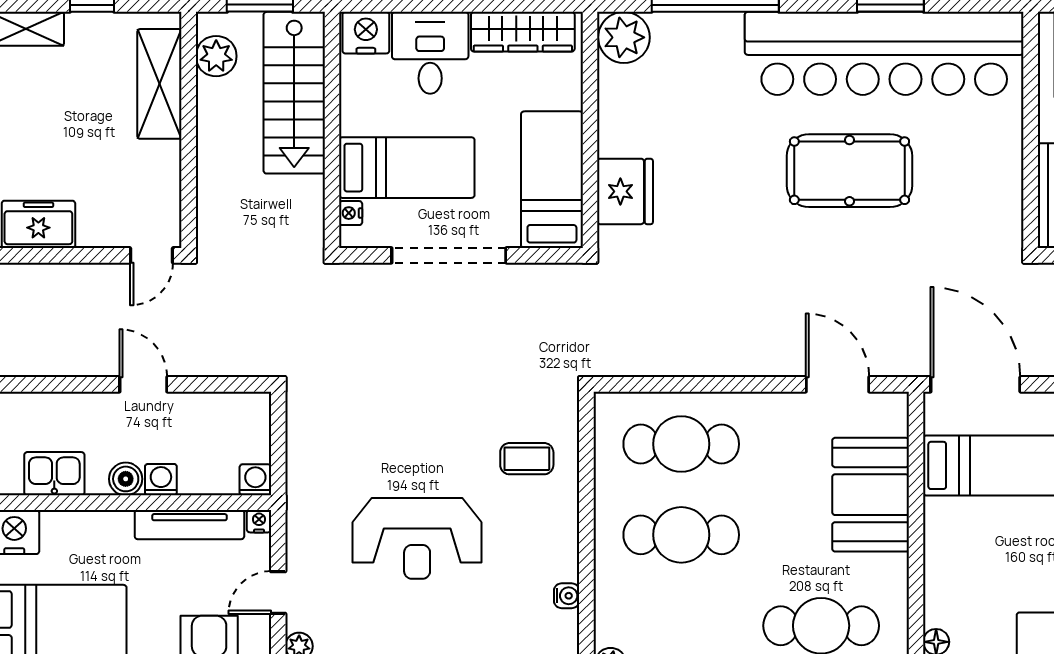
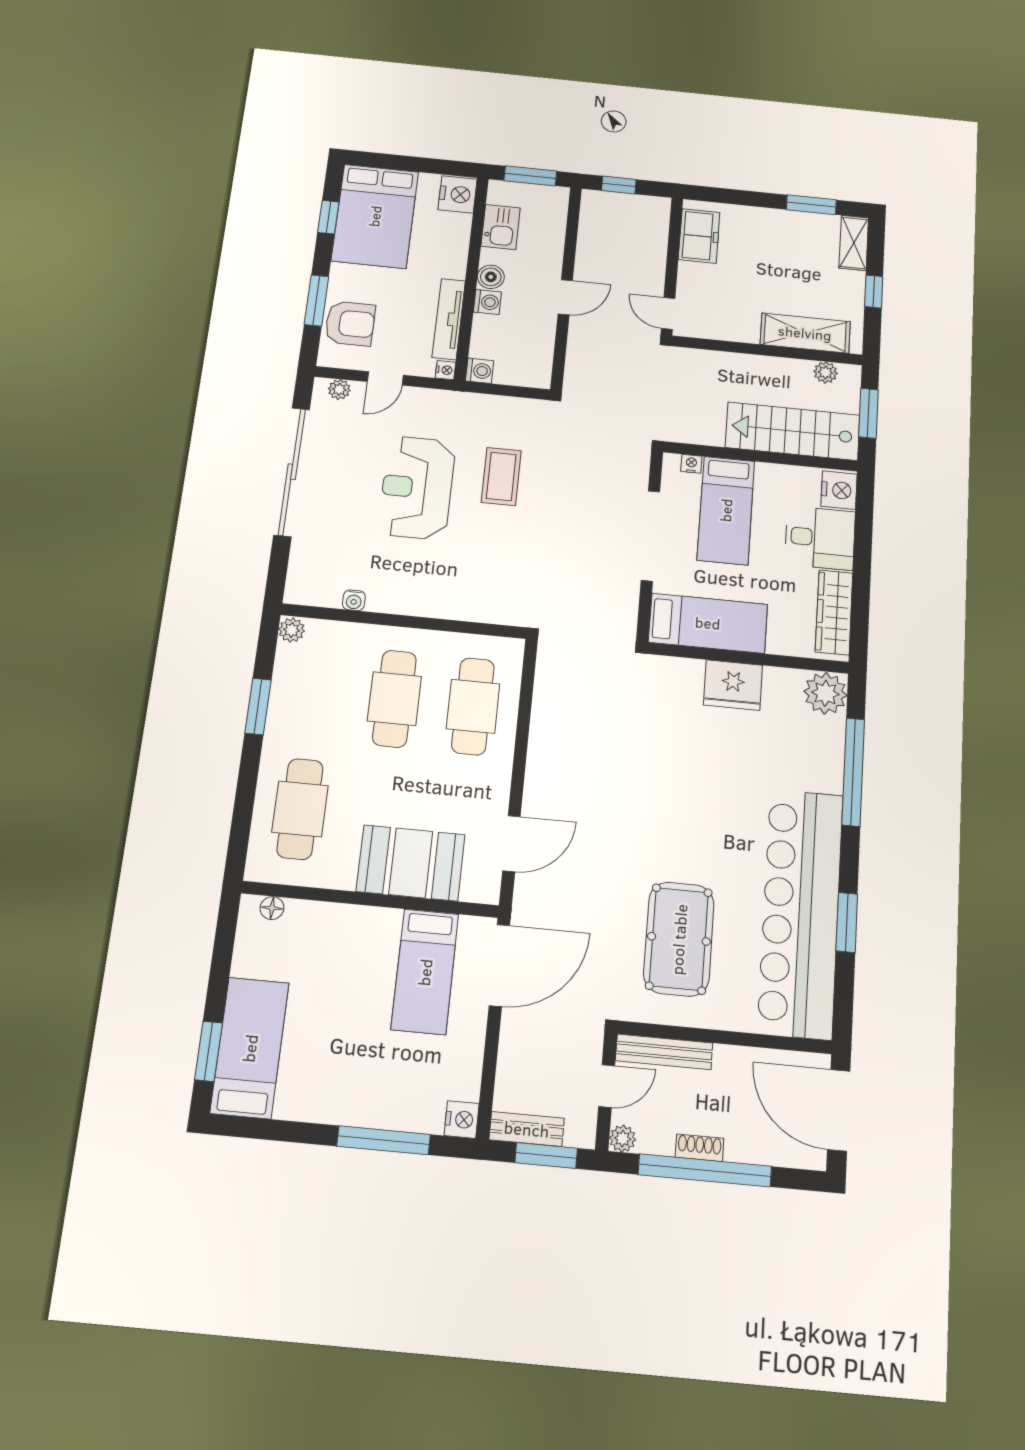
plant: (216, 56) -> (826, 372), width x0.73, depth x0.73
pool table: (849, 171) -> (679, 939), moved
fridge: (625, 191) -> (733, 685), moved
coffee table: (527, 459) -> (501, 476), moved, width x1.36, depth x1.30
door: (278, 593) -> (385, 378), swing flipped

